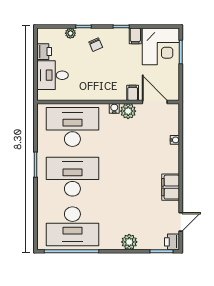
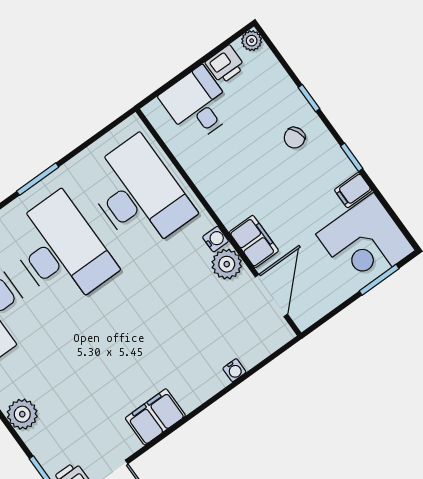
plant: (70, 33) -> (252, 41), moved
filing cabinet: (133, 93) -> (254, 241), width x2.00

